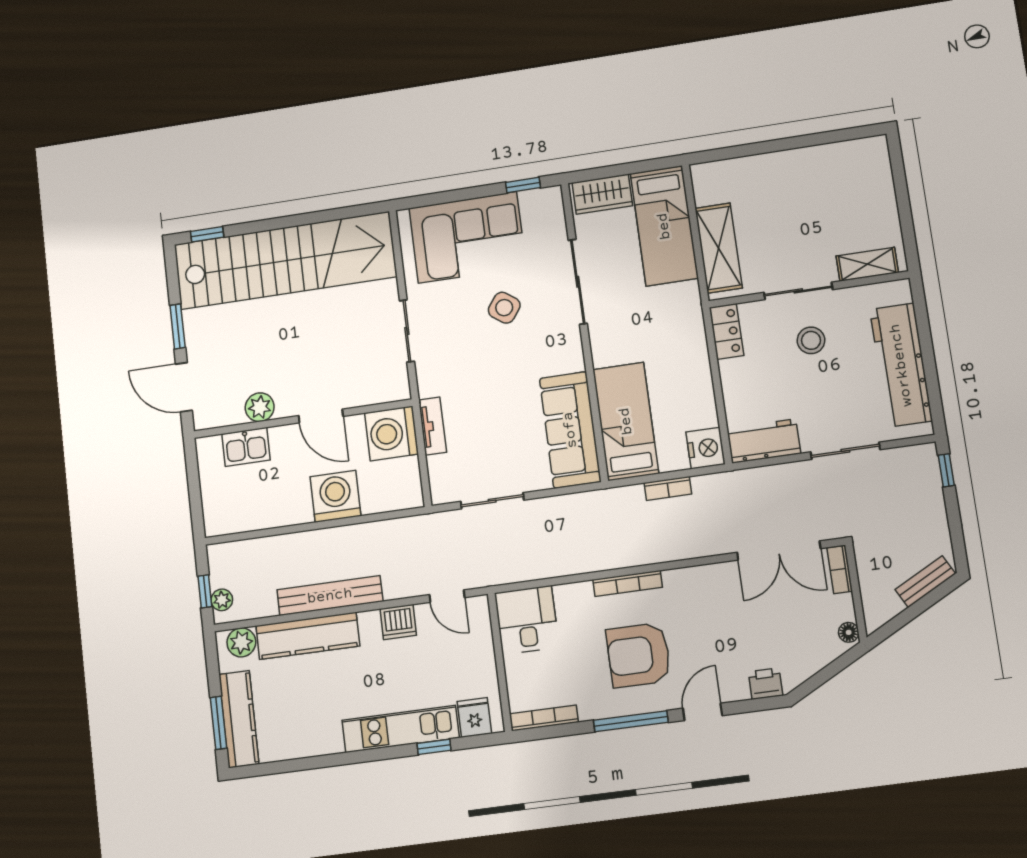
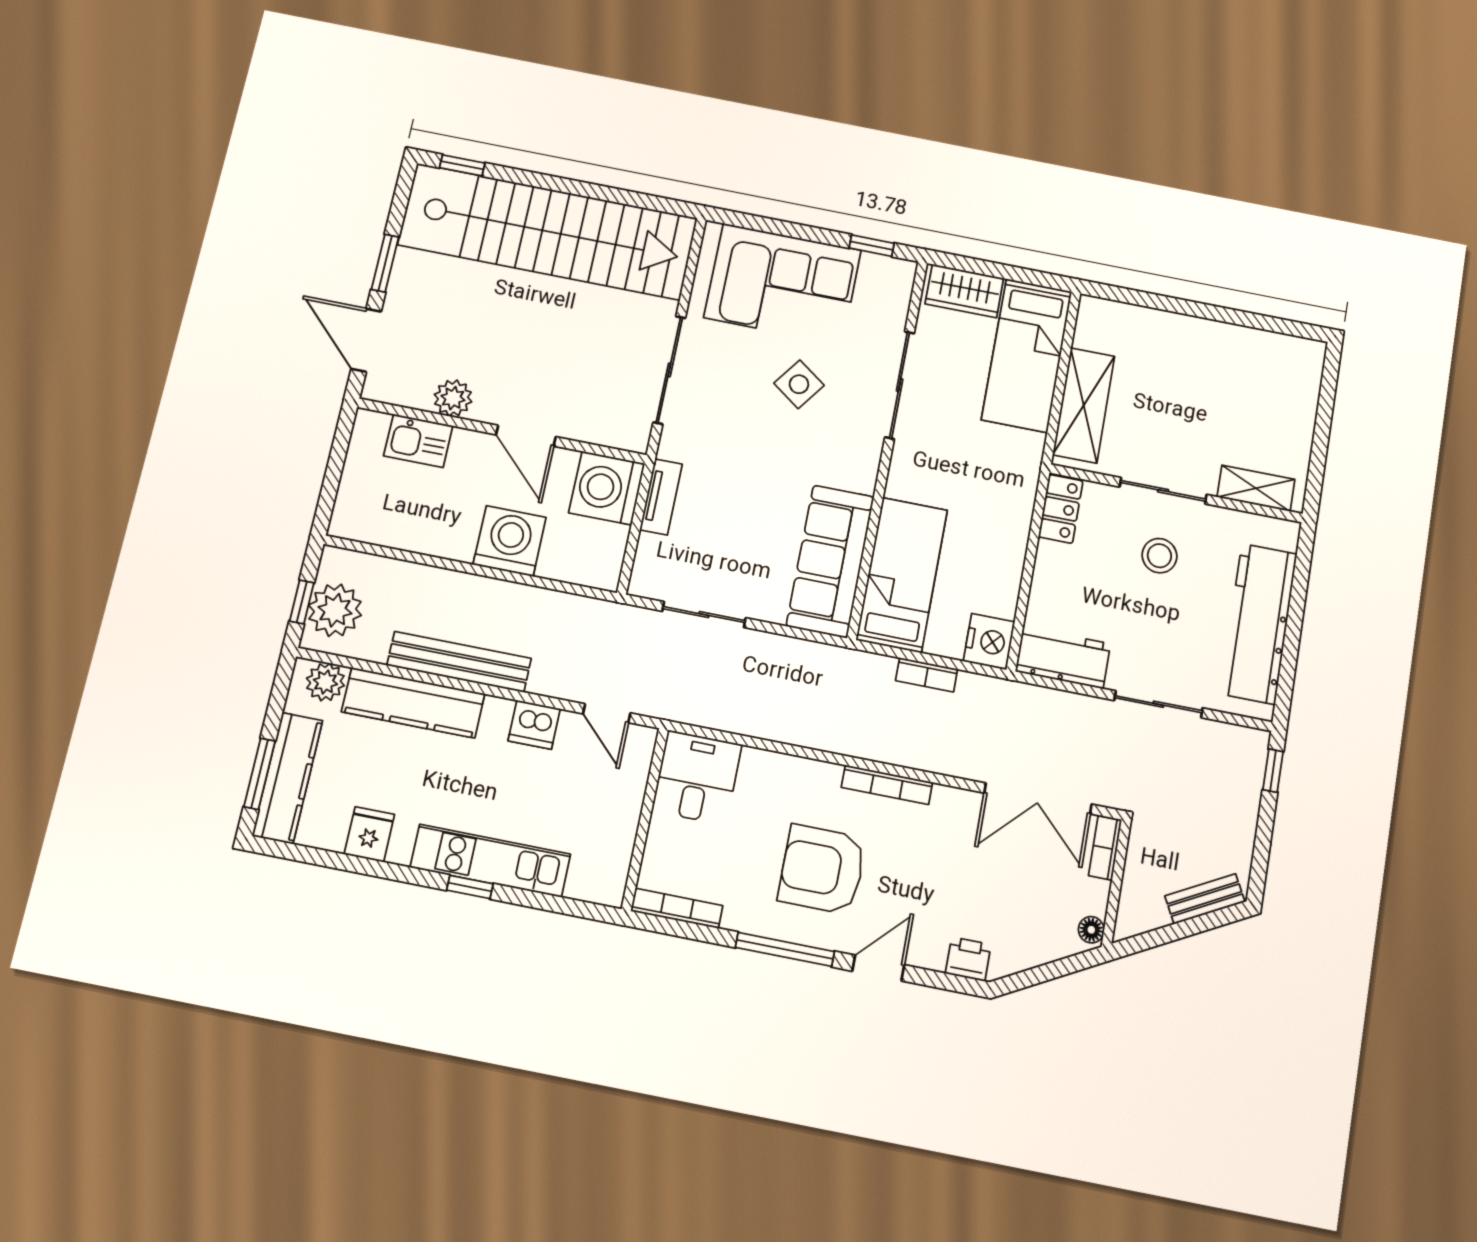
sliding door: (407, 331) -> (669, 370), width x1.37
bookcase: (628, 583) -> (887, 785), moved
plant: (222, 600) -> (335, 610), width x1.88, depth x1.88
fridge: (474, 717) -> (369, 834), moved
window: (434, 747) -> (470, 887), moved

